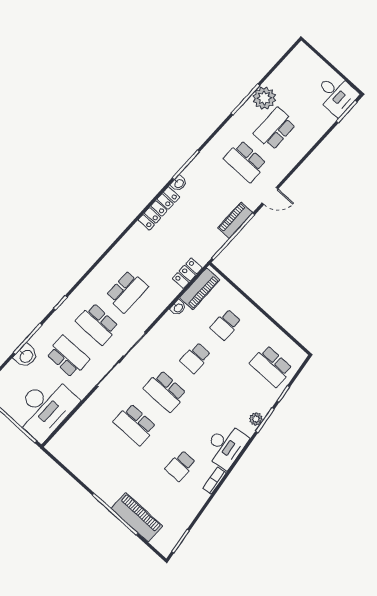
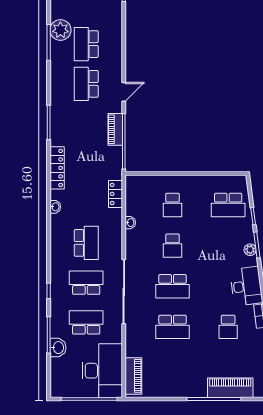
school desk: (245, 161) -> (86, 84), turned 90
washbasin: (179, 183) -> (55, 207), moved
piano: (200, 289) -> (133, 376), moved
school desk: (97, 324) -> (86, 283), turned 180

